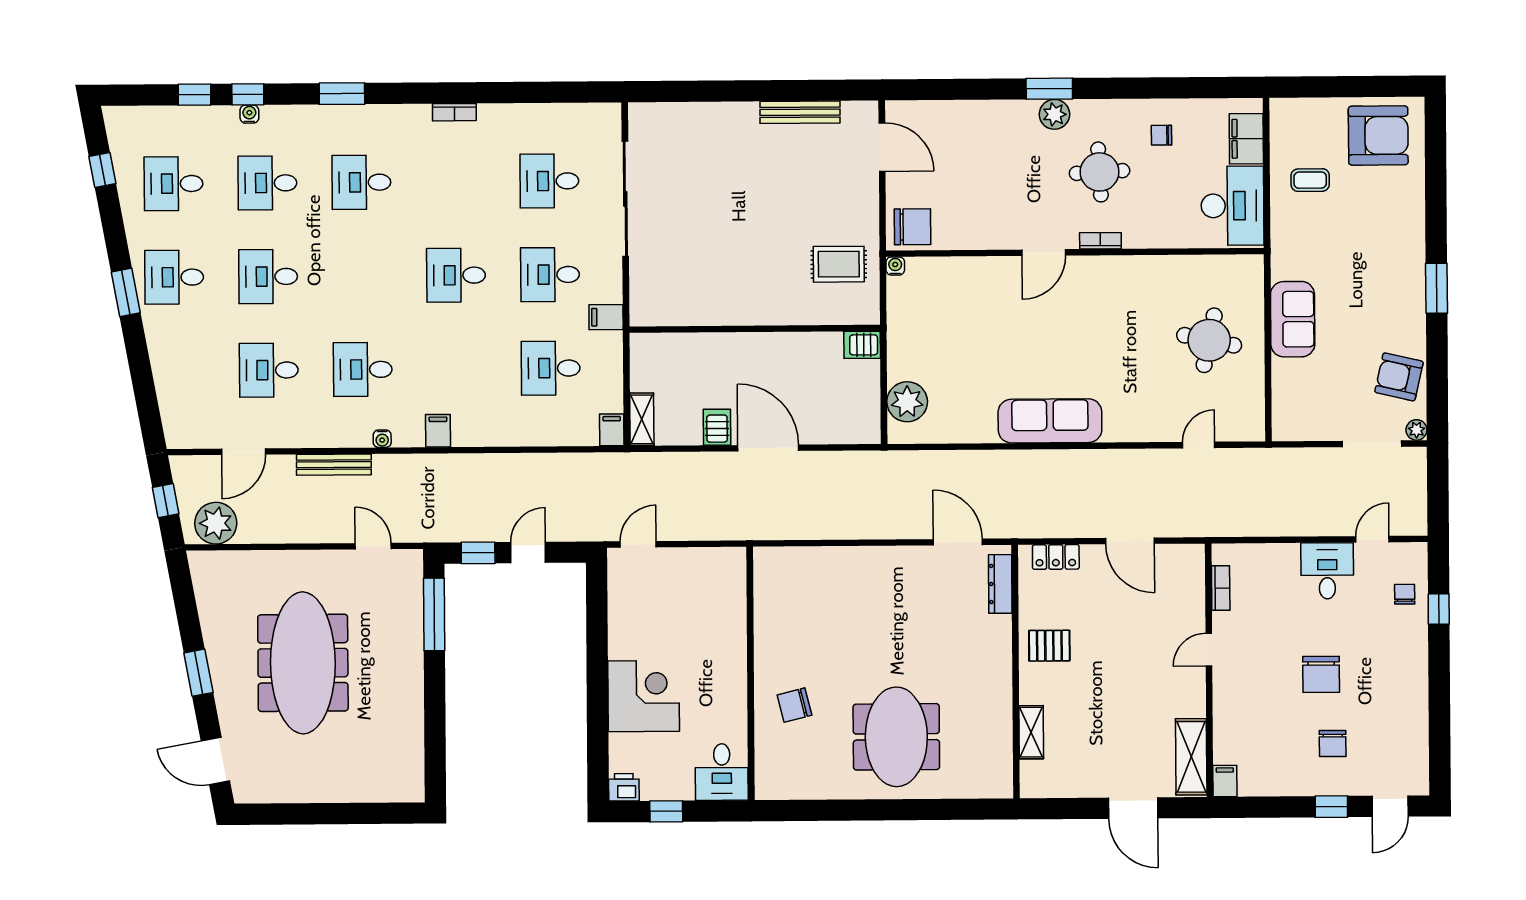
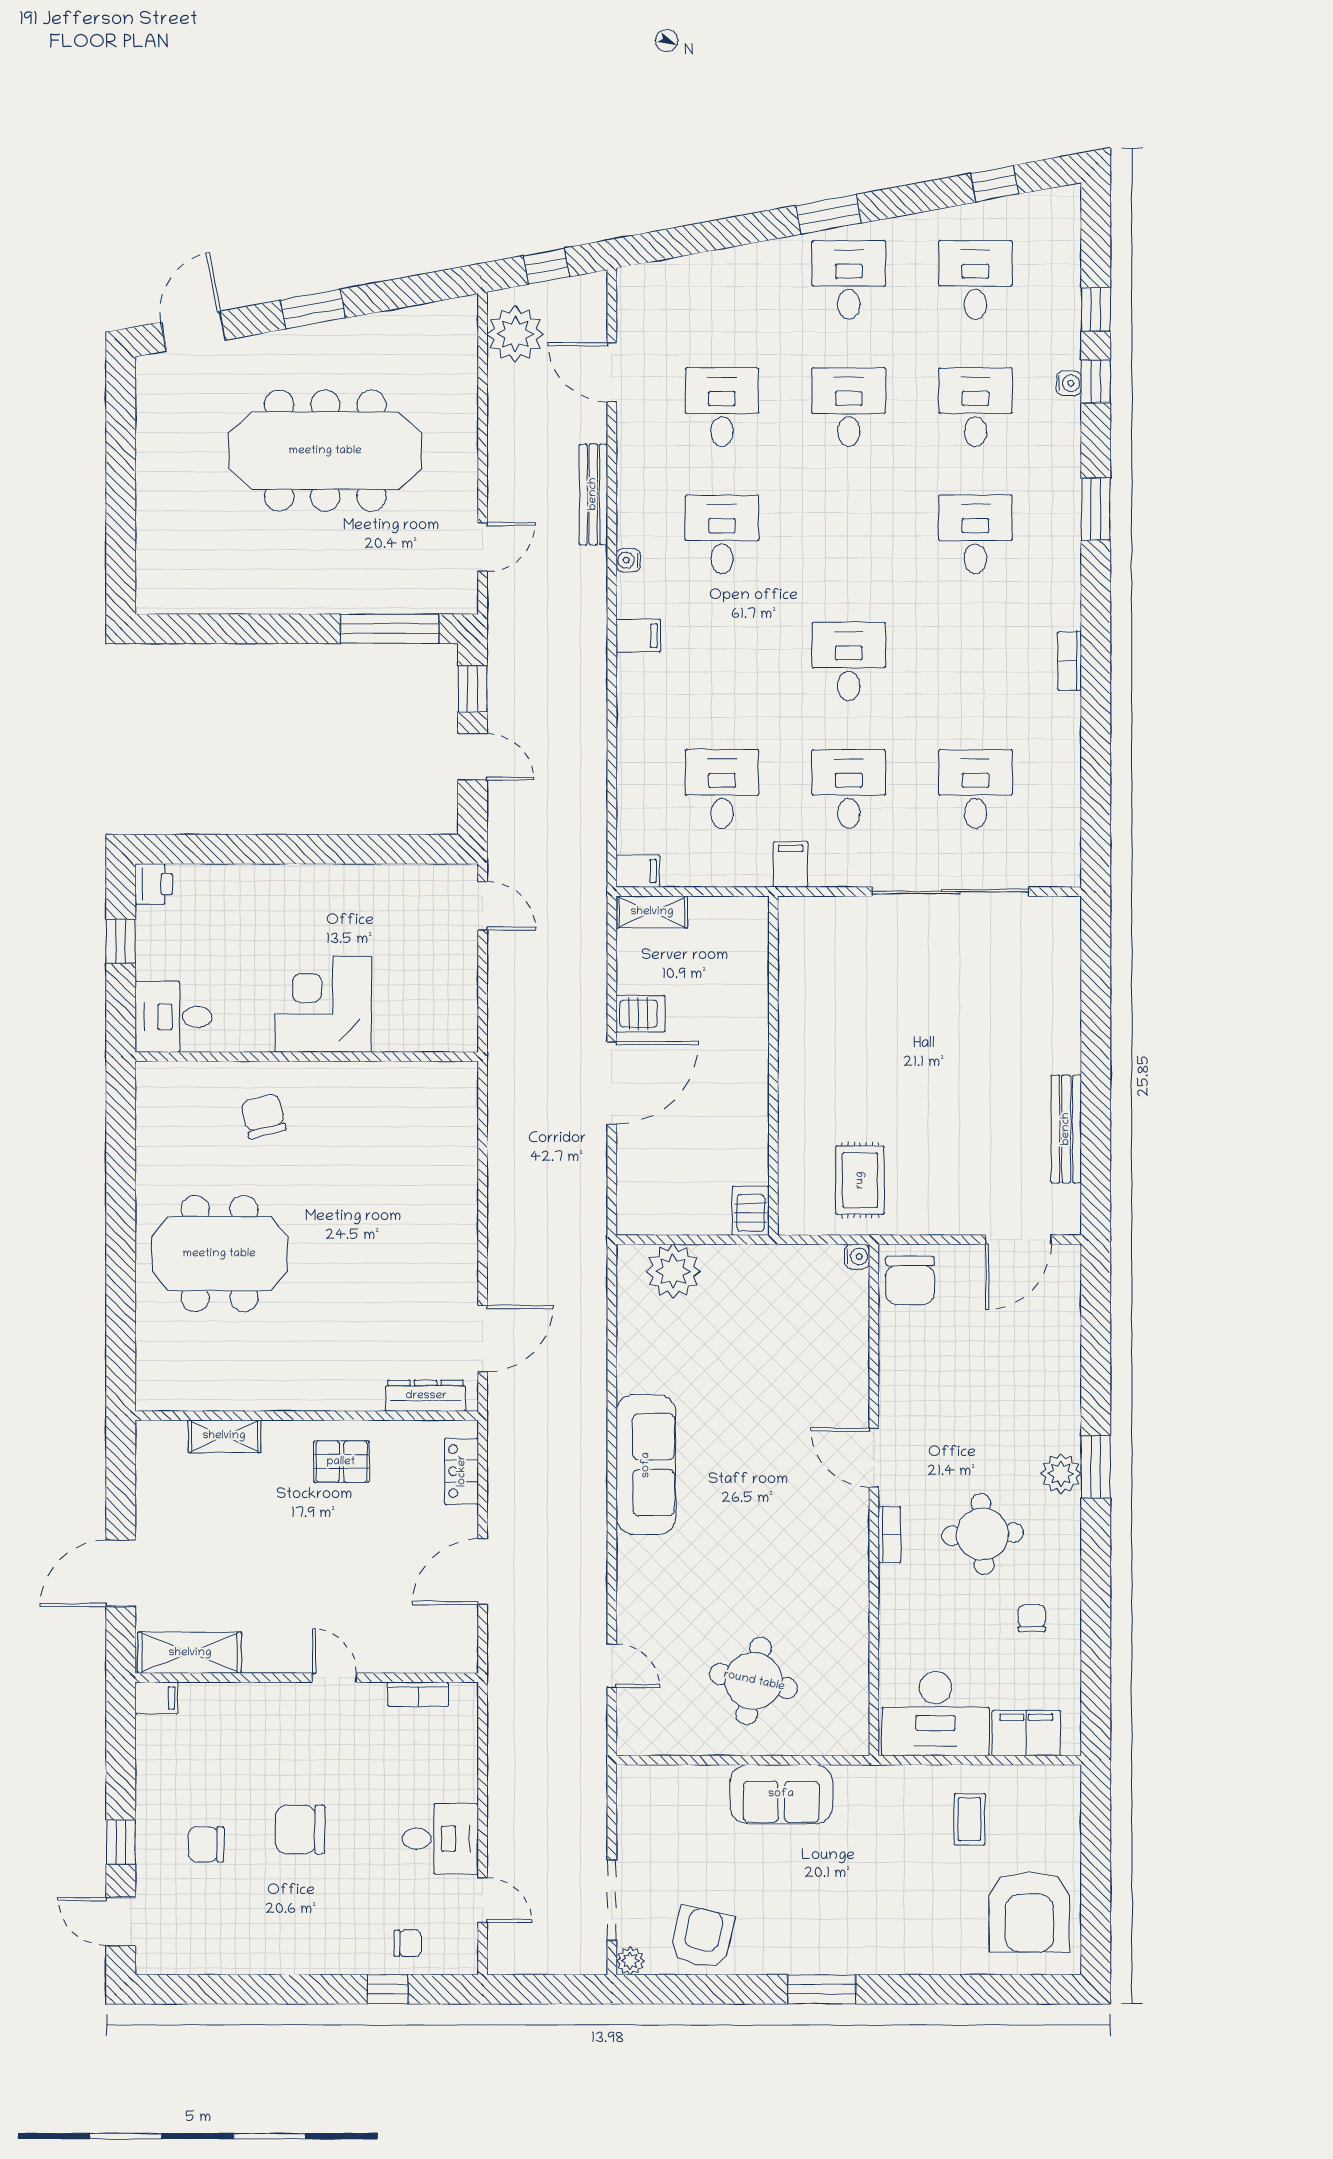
pallet: (1049, 646) -> (341, 1462), turned 90
corner desk: (644, 696) -> (323, 1004), moved, turned 180

